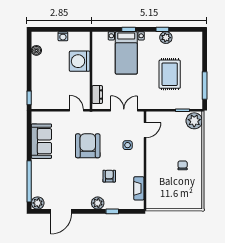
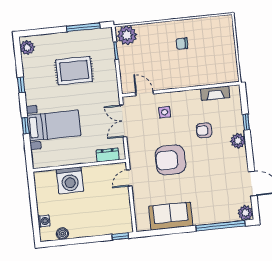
washing machine: (63, 36) -> (44, 221), moved
plant: (166, 38) -> (27, 48), moved

